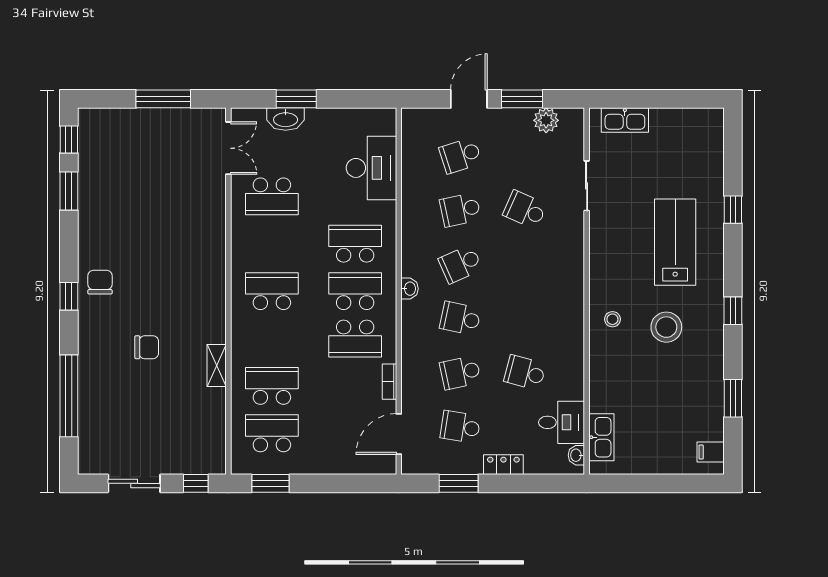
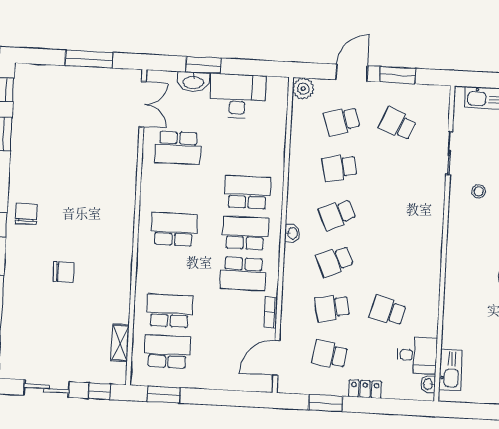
plant: (546, 120) -> (303, 89), moved
desk: (371, 168) -> (238, 96), moved, turned -90
school desk: (525, 210) -> (397, 124), moved
school desk: (460, 318) -> (335, 261), turned -36
stool: (612, 319) -> (479, 191), moved
shelving: (217, 366) -> (120, 343), moved

